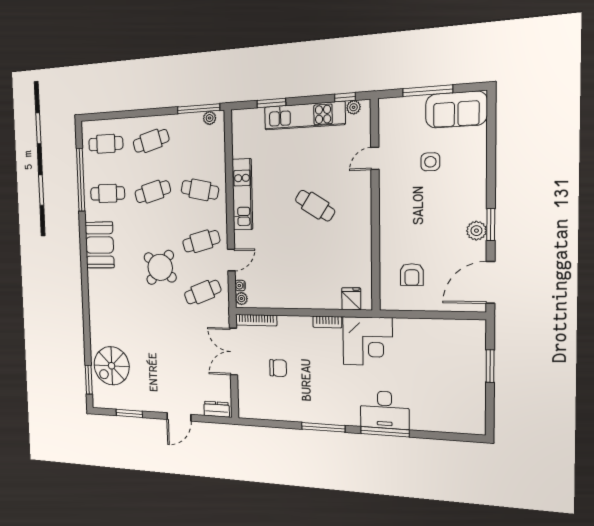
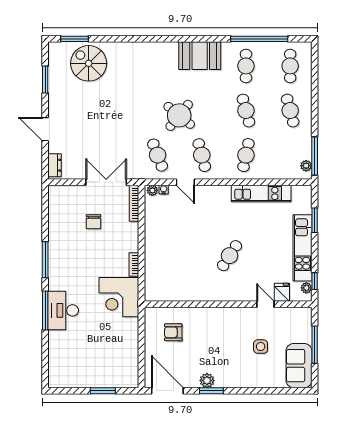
kitchen unit: (242, 194) -> (261, 193), moved
fridge: (351, 299) -> (282, 292), moved, turned -90

